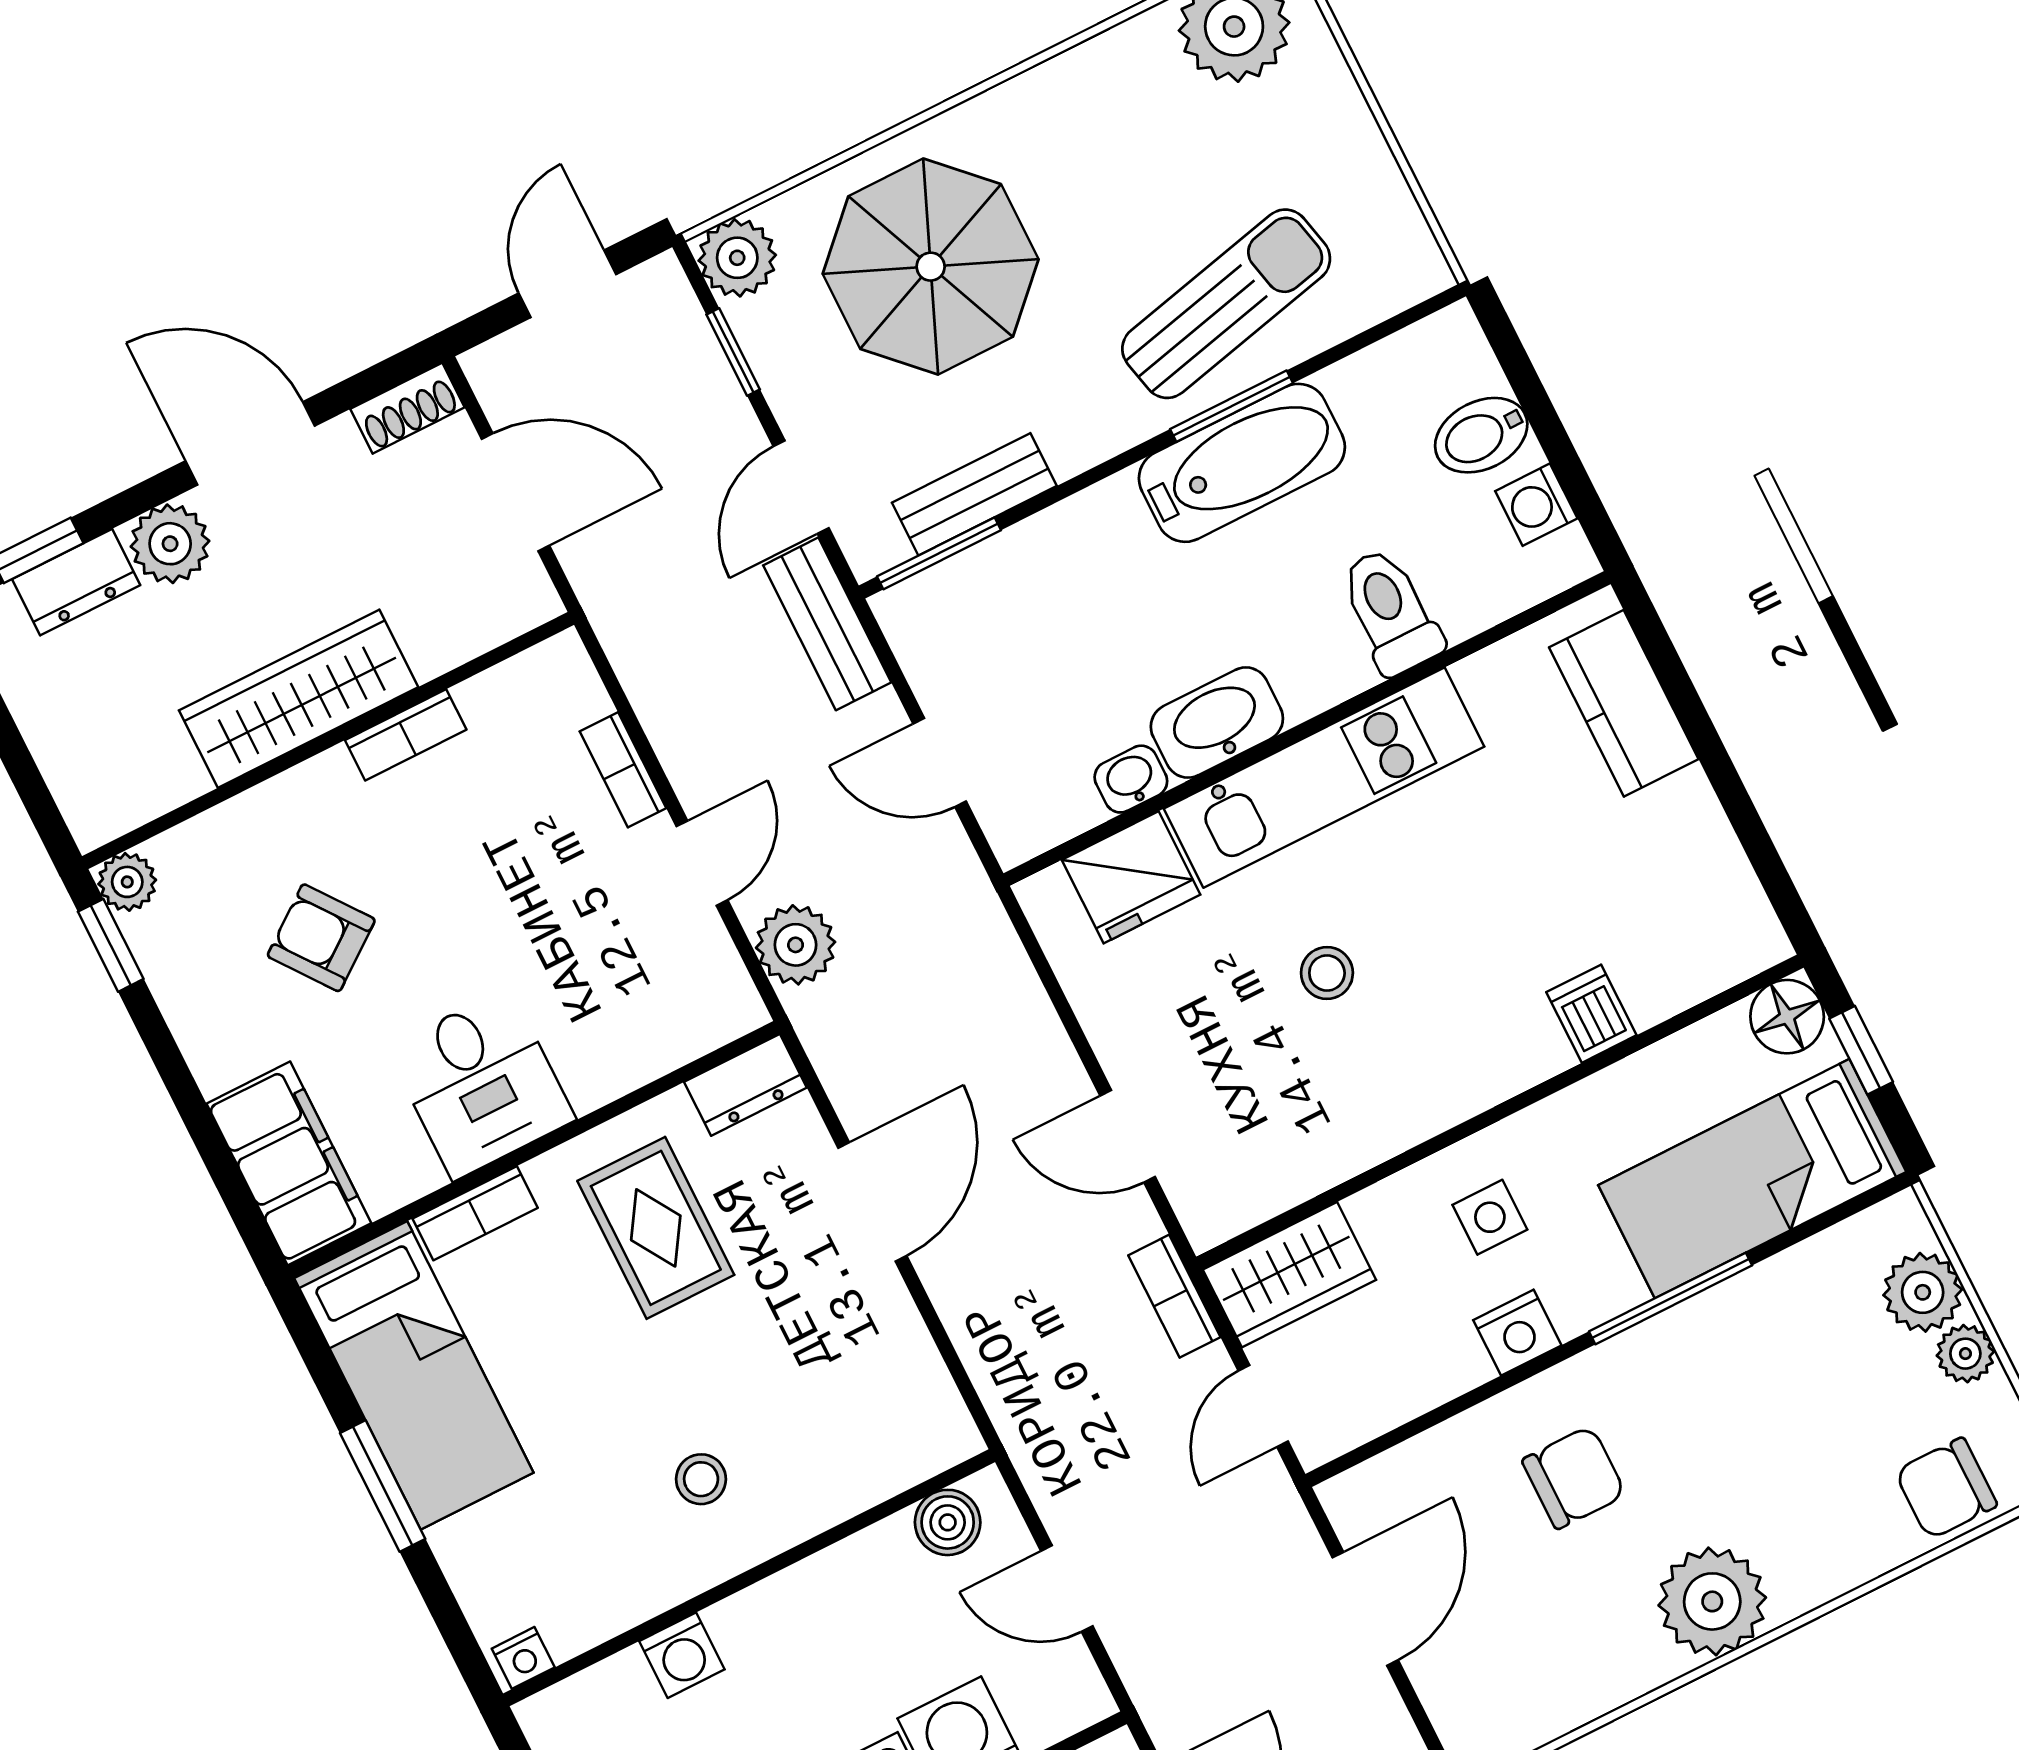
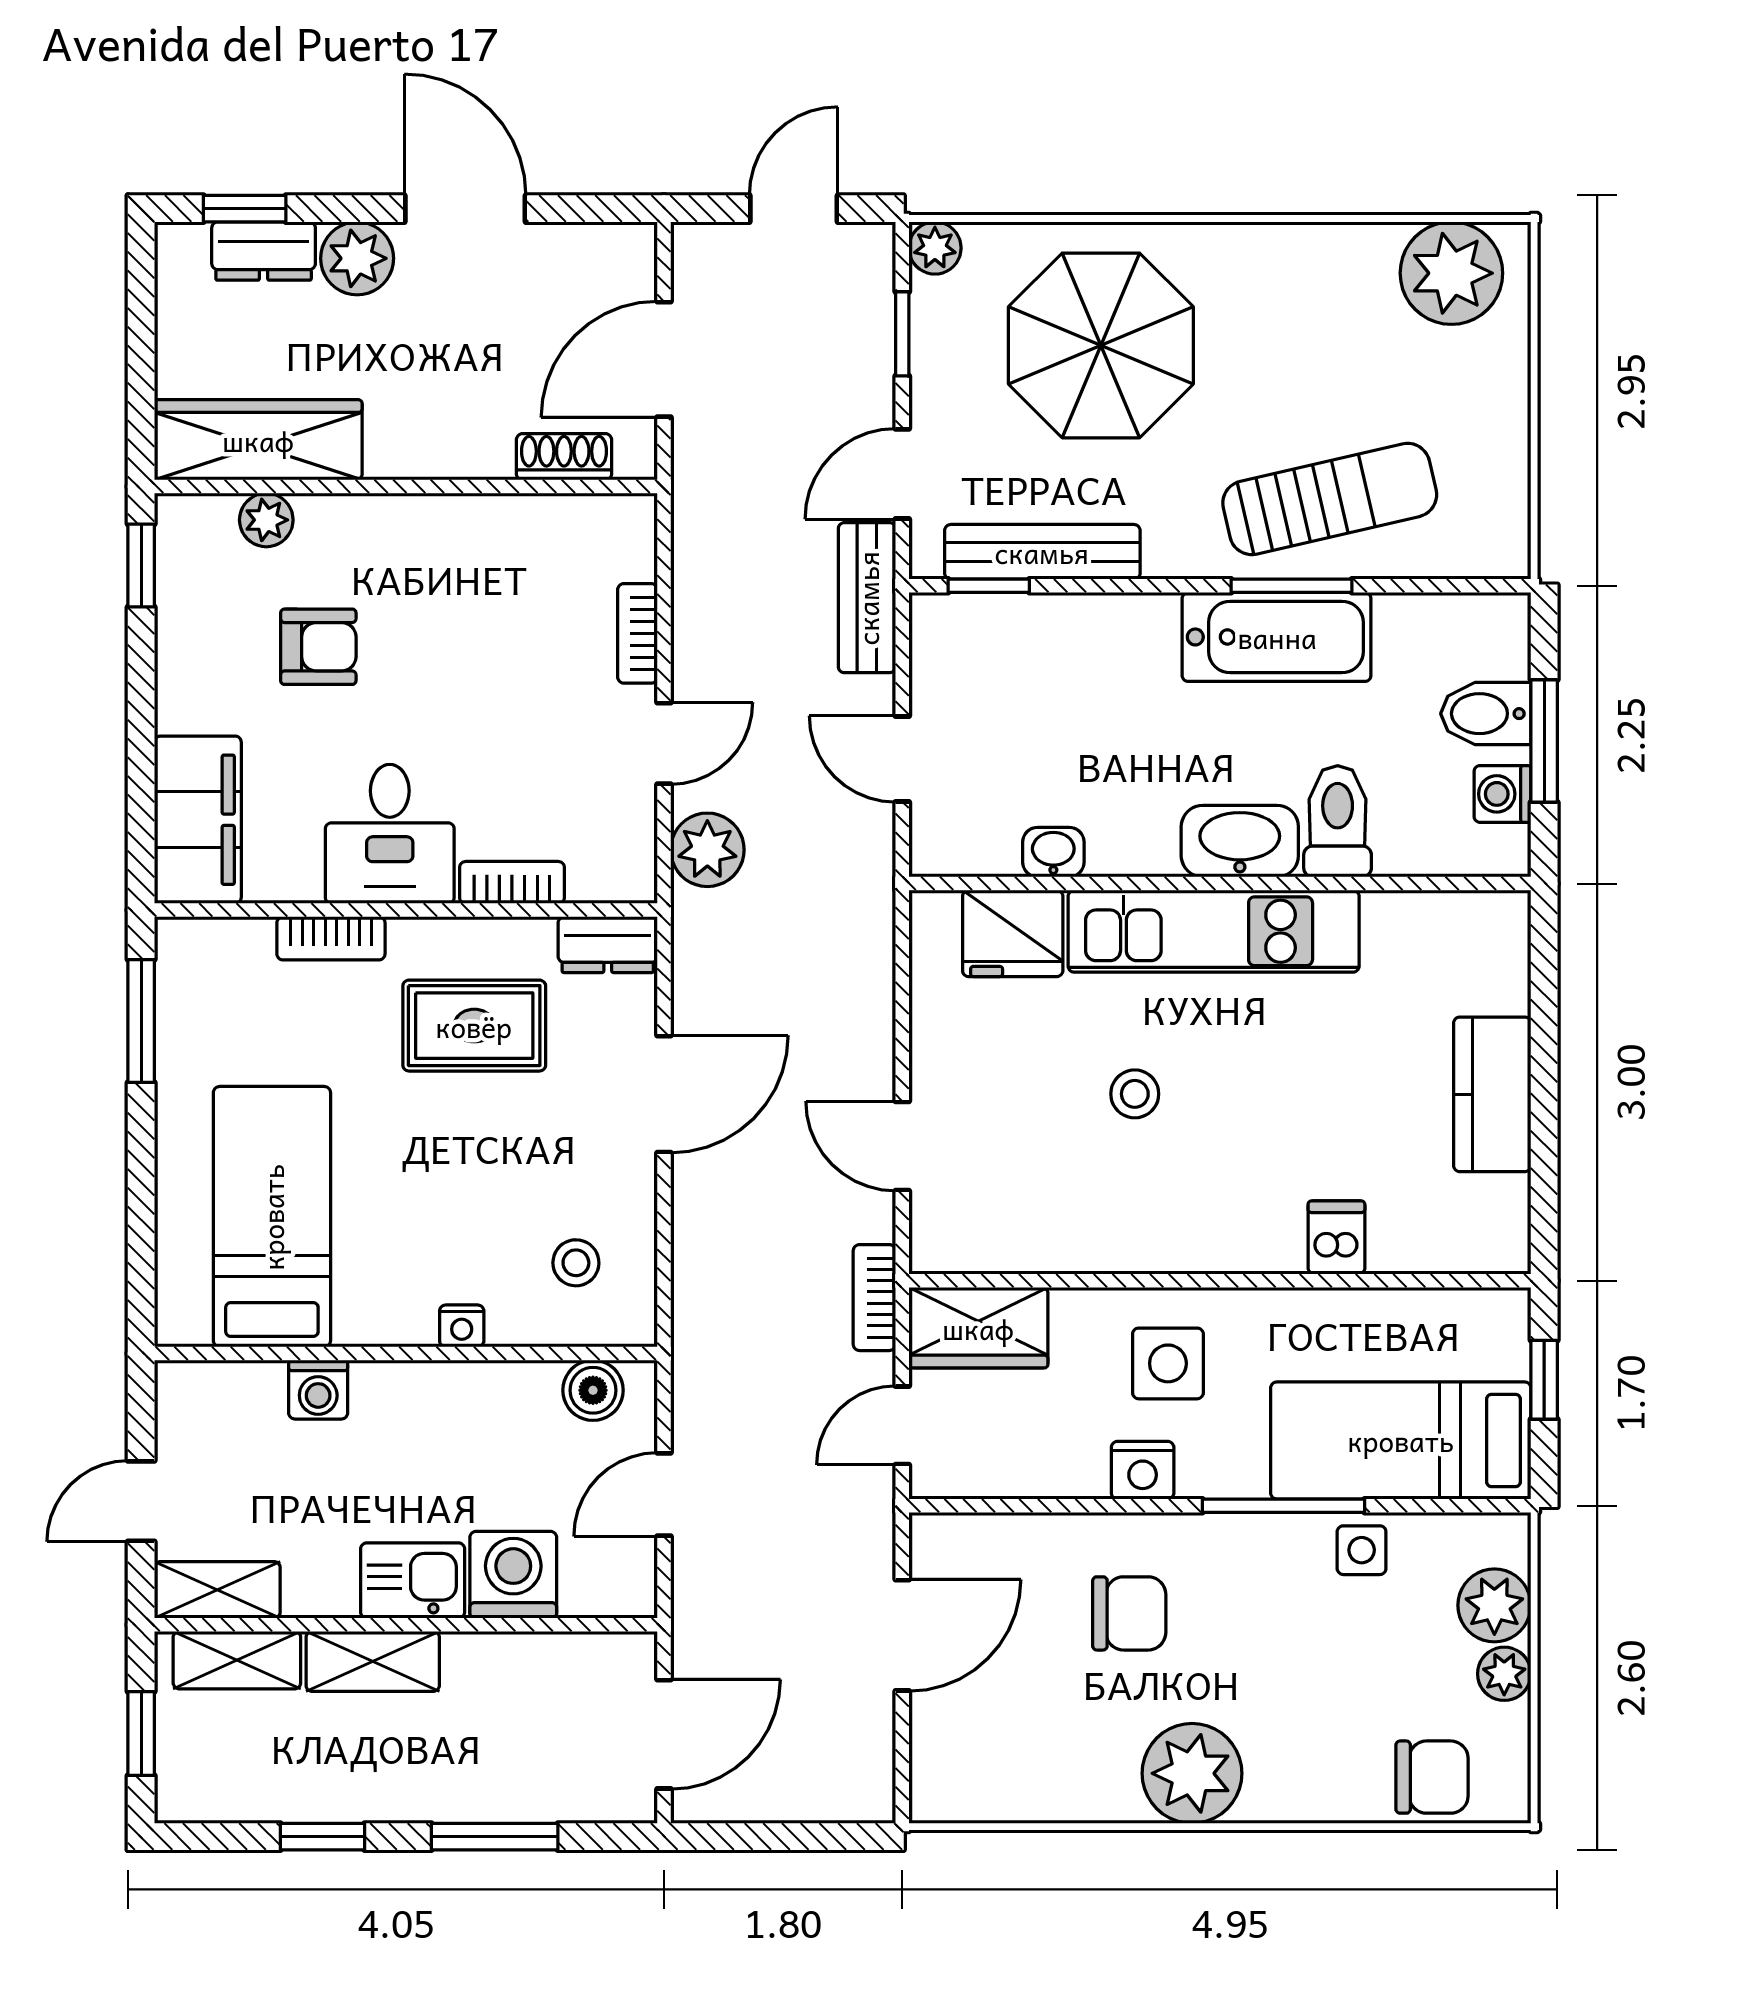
plant: (737, 258) -> (935, 248), width x0.73, depth x0.73
shoe rack: (407, 408) -> (564, 457), moved, turned 180
window: (1551, 433) -> (1544, 741), added
door: (515, 492) -> (664, 359), swing flipped
bench: (974, 494) -> (1042, 552), width x1.36
window: (939, 553) -> (989, 586), width x0.67
wardrobe: (299, 699) -> (258, 440), moved
kitchen counter: (1624, 703) -> (1492, 1094), moved
washbasin: (1217, 723) -> (1240, 841), moved
bookcase: (406, 735) -> (512, 882), moved, turned 180
plant: (127, 882) -> (266, 520), moved
armchair: (321, 938) -> (318, 647), turned 127
floor lamp: (1787, 1017) -> (1497, 1321), removed
side table: (1490, 1217) -> (1168, 1363), width x1.37, depth x1.37
rug: (656, 1228) -> (474, 1026), turned 90
side table: (1768, 1303) -> (1362, 1550), added
bed: (414, 1375) -> (272, 1217), moved, turned 180
stool: (701, 1479) -> (576, 1263), moved
window: (383, 1486) -> (141, 1021), moved
chair: (1946, 1488) -> (1432, 1777), turned 180
door: (1067, 1589) -> (664, 1494), hinge flipped
nightstand: (523, 1658) -> (462, 1326), moved

